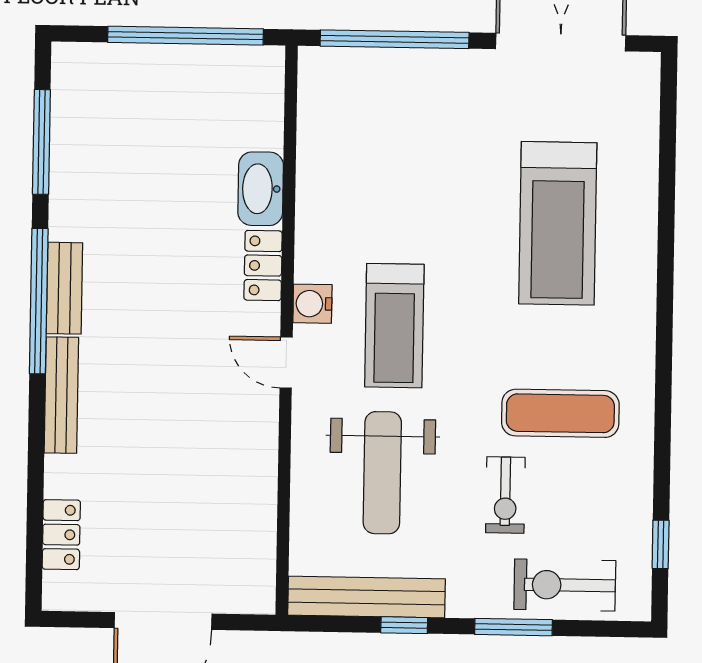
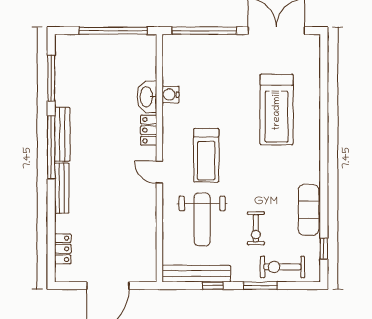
bench: (64, 288) -> (62, 134), width x1.36
water cooler: (312, 304) -> (170, 95), moved
exercise mat: (560, 413) -> (309, 210), moved, turned 90

